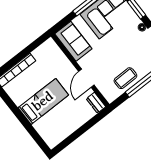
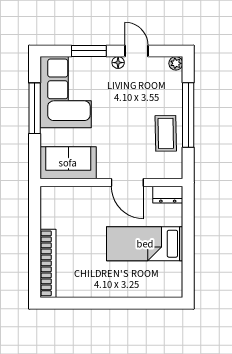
bed: (43, 101) -> (145, 244), moved, turned -90

